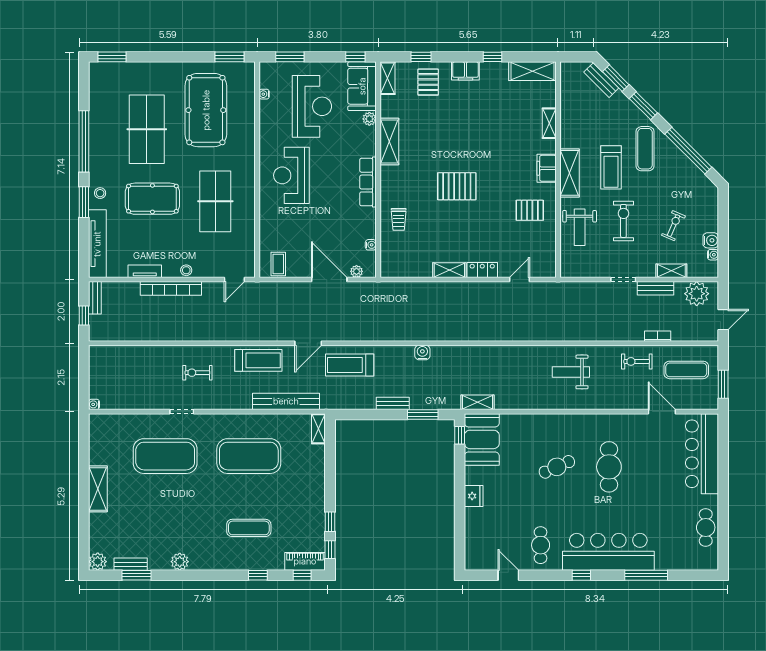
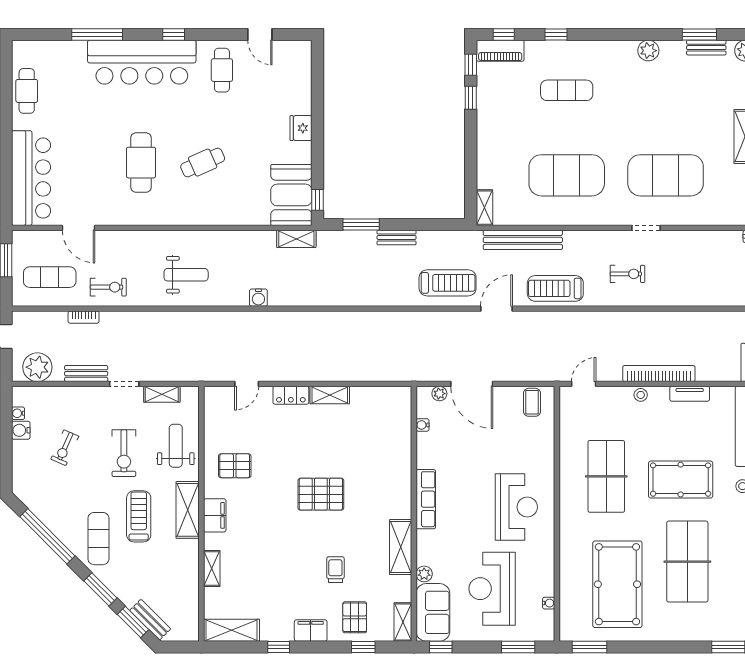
trolley: (399, 219) -> (335, 570), moved
shelving: (671, 271) -> (162, 394), moved
water cooler: (422, 353) -> (258, 298), moved

